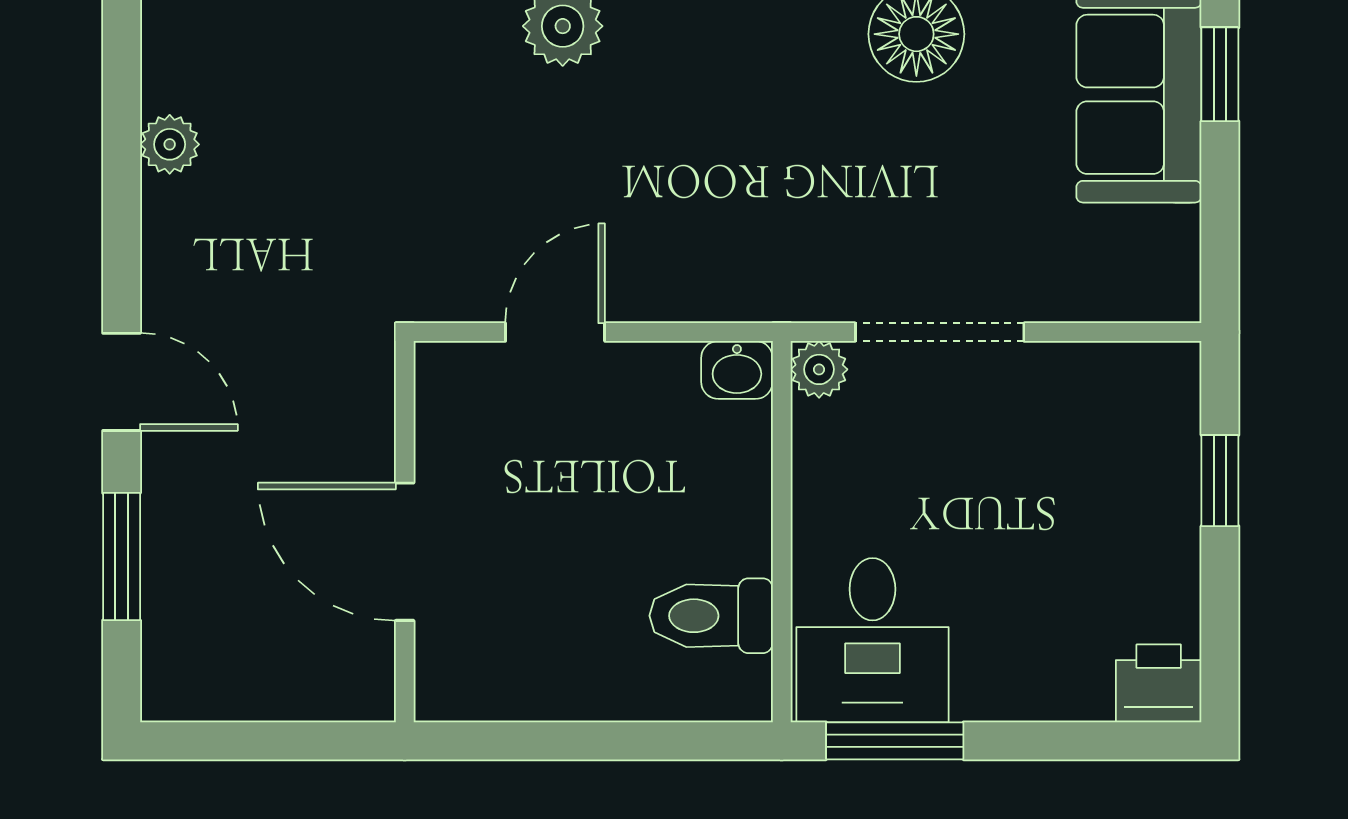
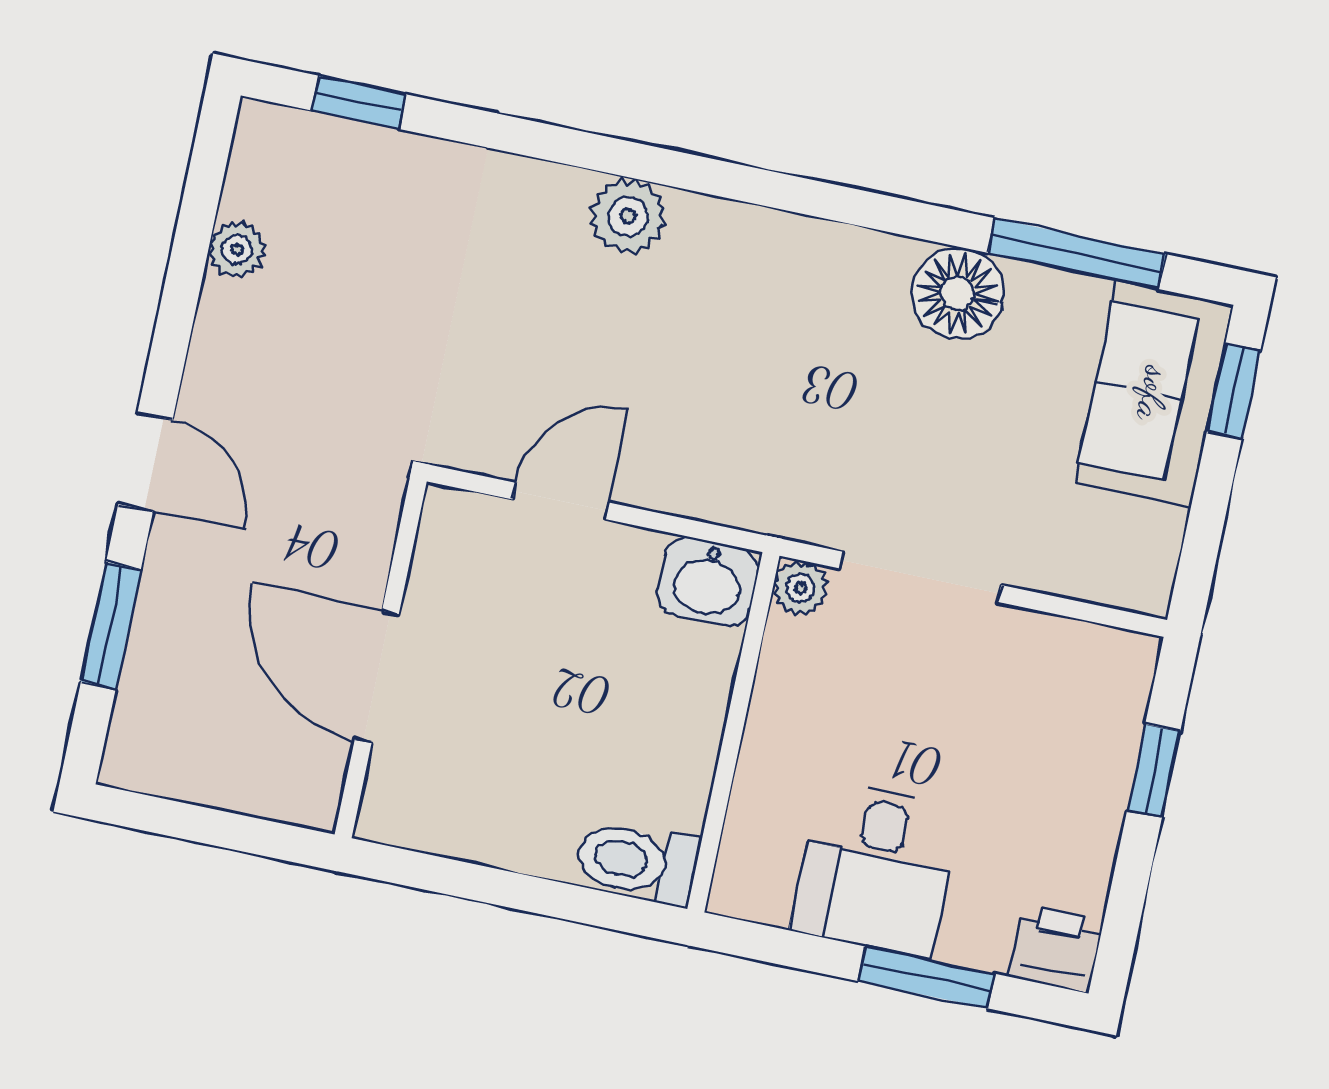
washbasin: (737, 370) -> (708, 582), width x1.38, depth x1.45
toilet: (711, 616) -> (637, 862), moved
desk: (872, 640) -> (876, 869), moved
window: (895, 741) -> (926, 977), moved

